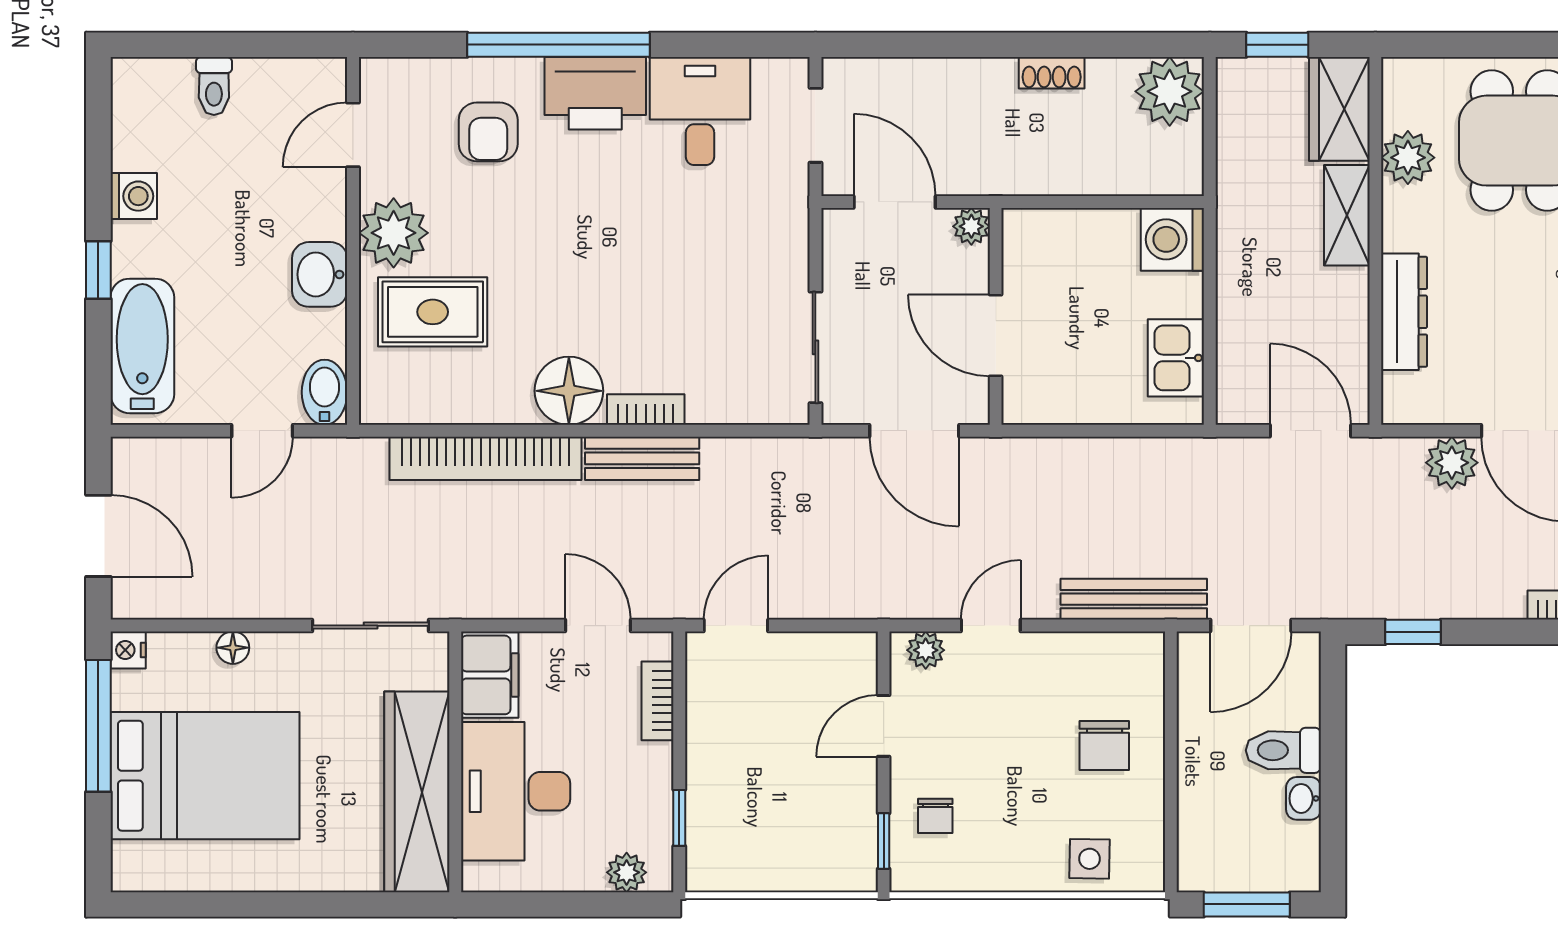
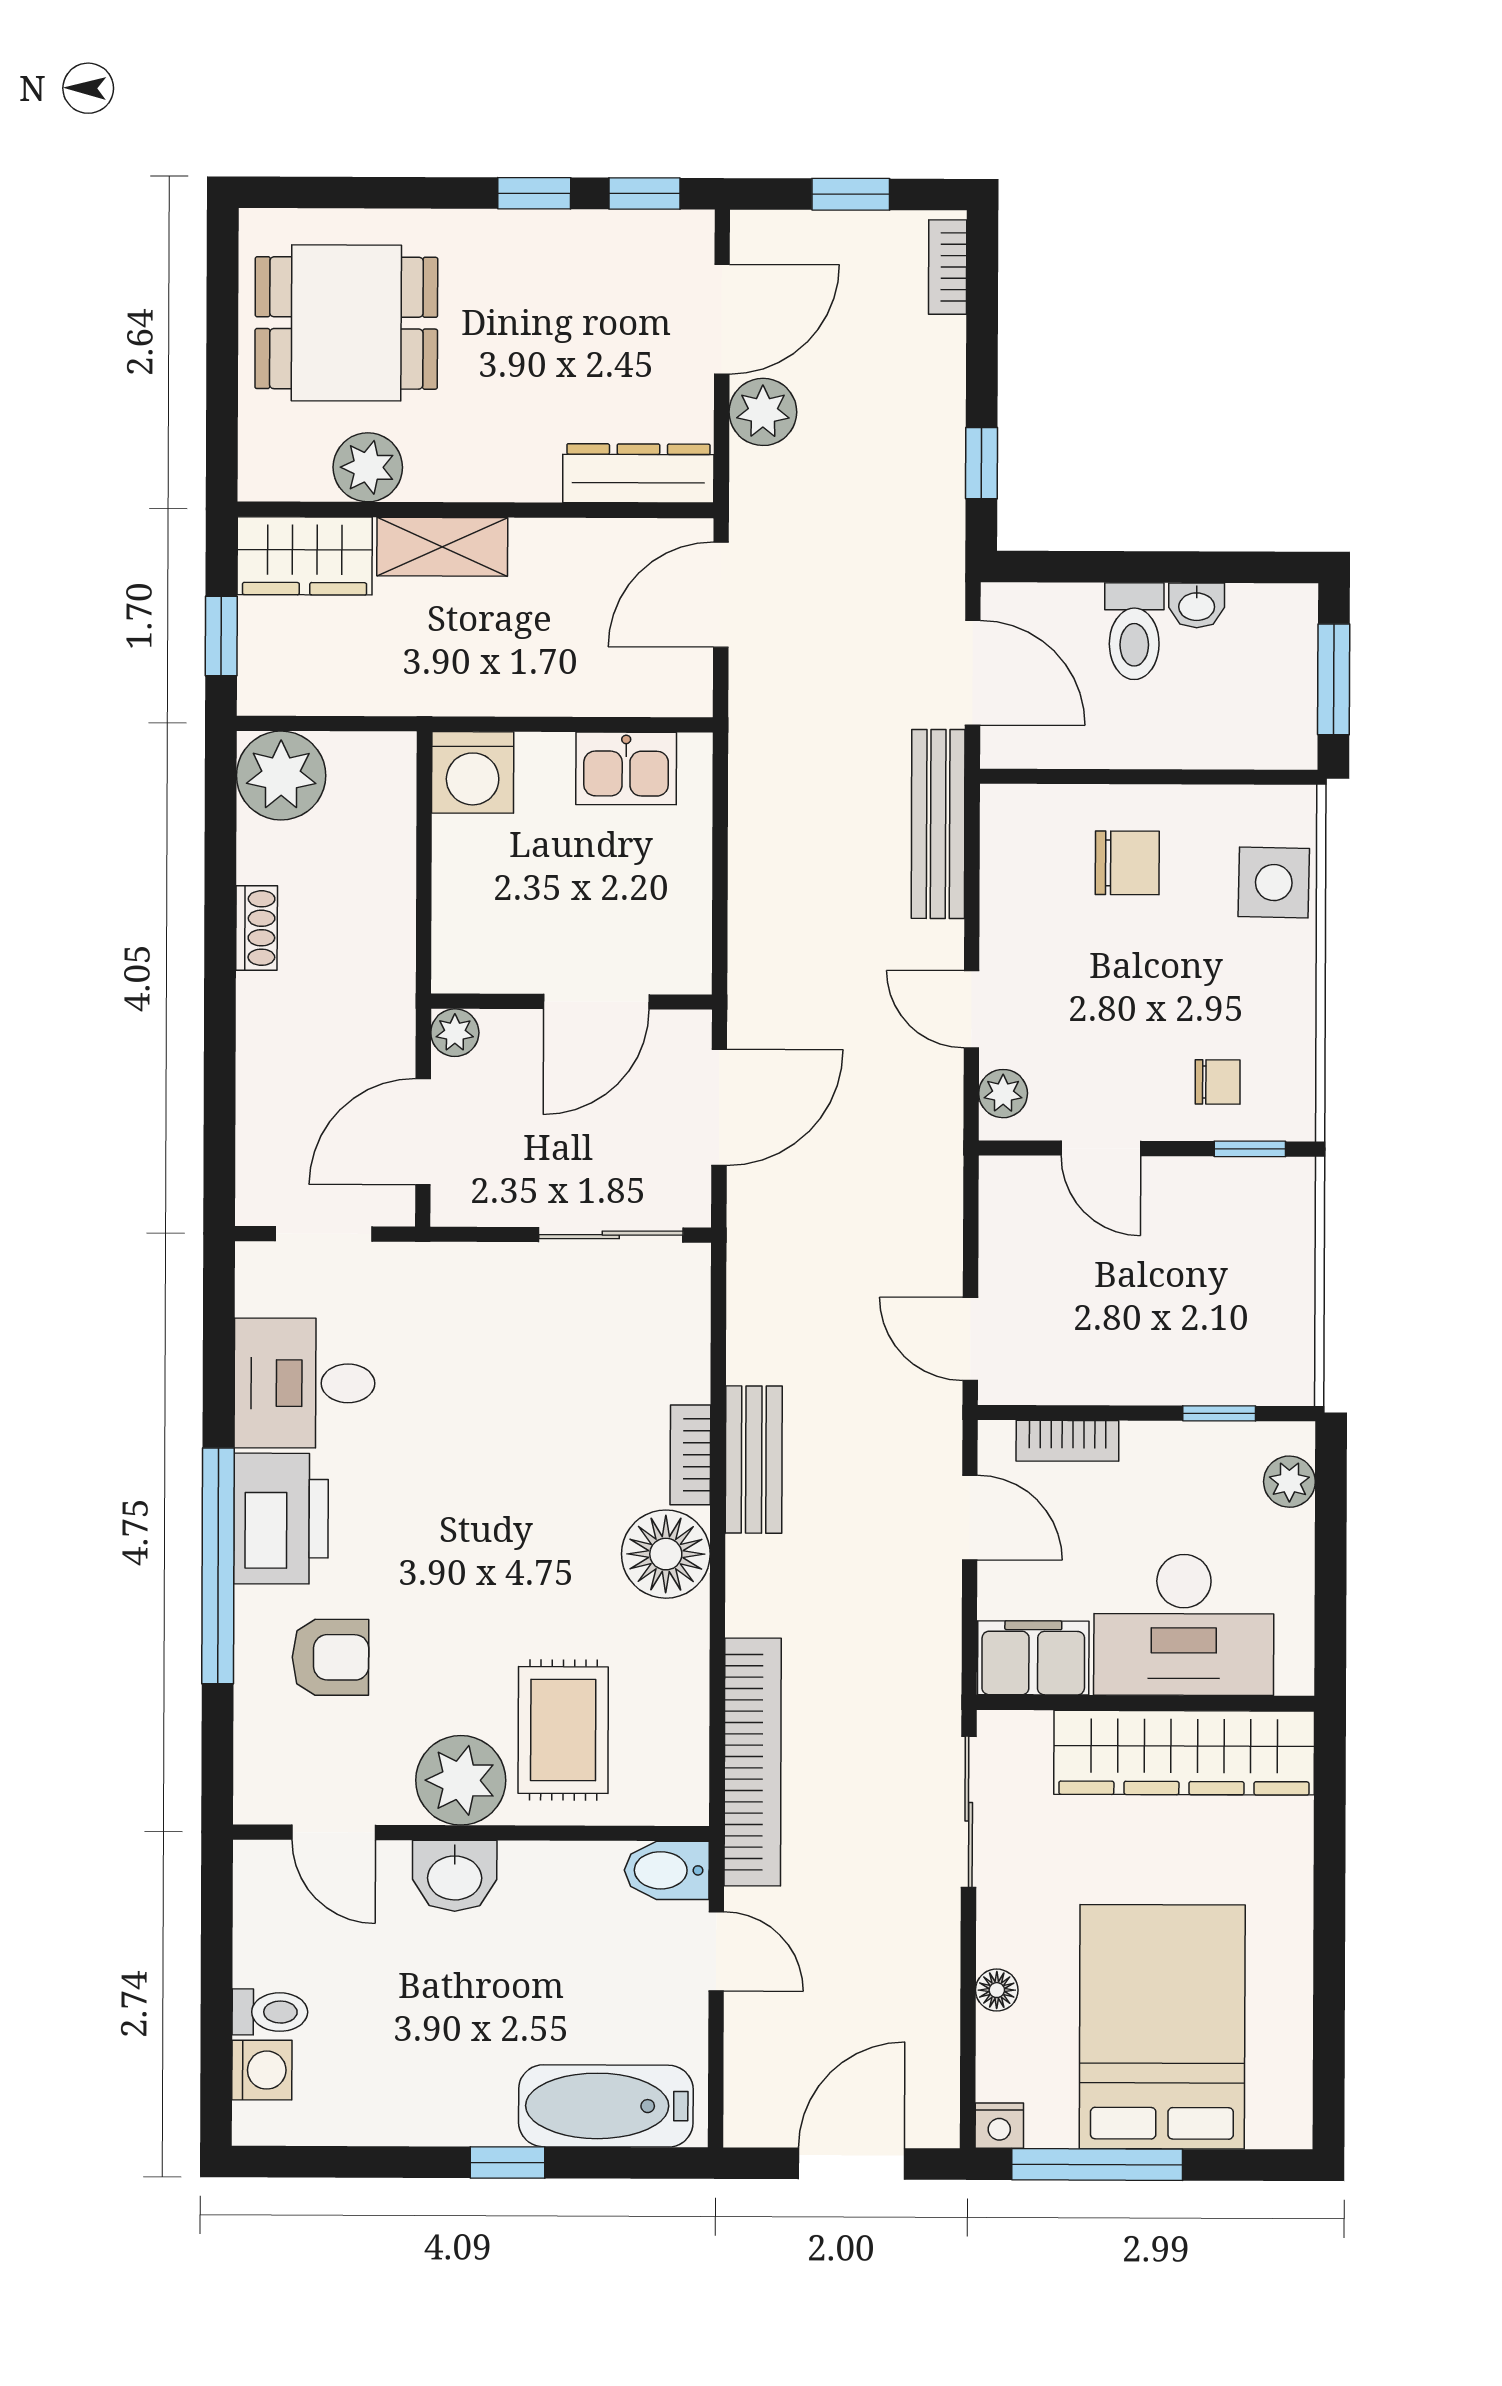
washing machine: (134, 196) -> (262, 2070), moved, turned 90
washbasin: (320, 274) -> (455, 1876), moved
dresser: (1404, 312) -> (638, 473), moved
bookcase: (486, 458) -> (753, 1762), moved
door: (598, 626) -> (970, 1517), swing flipped
side table: (1089, 859) -> (1274, 883), width x1.37, depth x1.37

